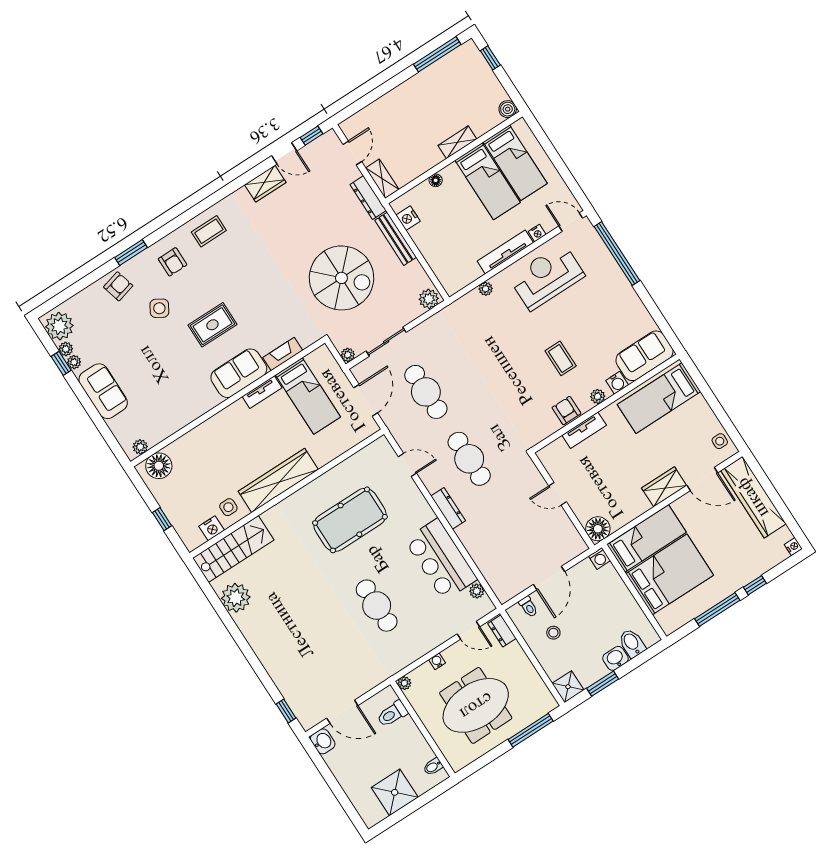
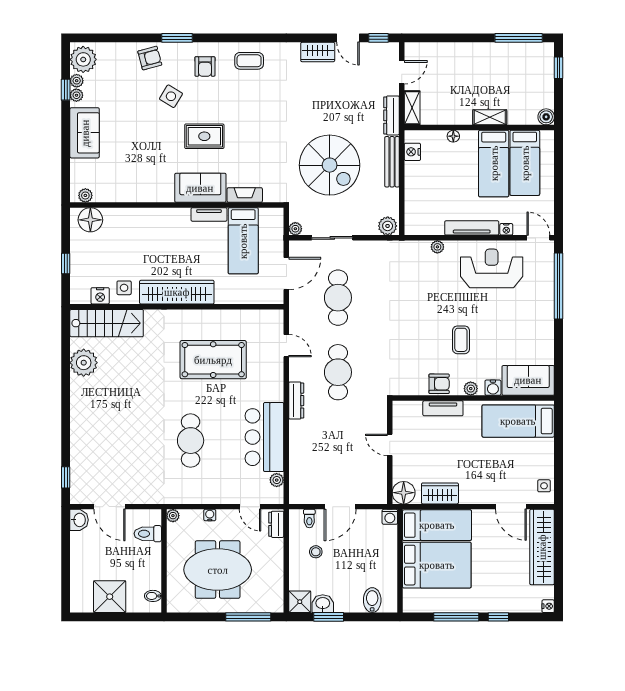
armchair: (566, 411) -> (439, 384), turned 90
wardrobe: (664, 487) -> (440, 493), moved
washbasin: (615, 658) -> (323, 604), moved

